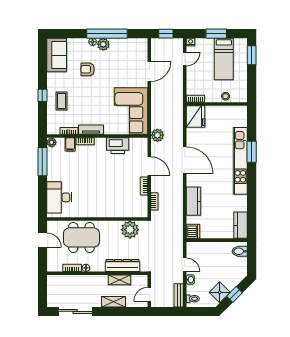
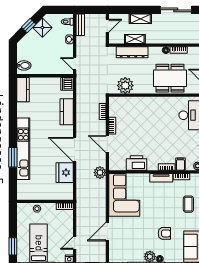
fridge: (196, 116) -> (65, 173), moved
door: (185, 265) -> (75, 64), moved

